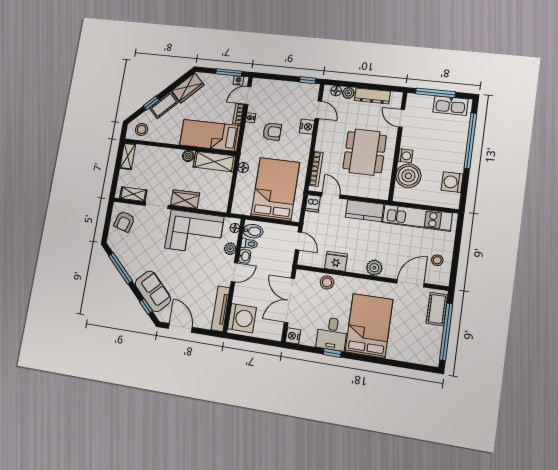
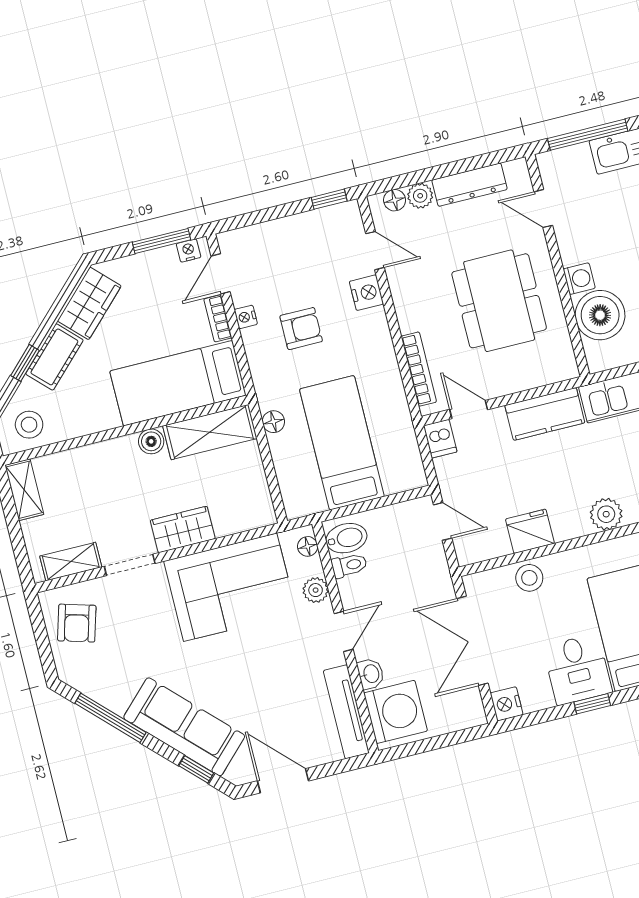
bed: (275, 189) -> (342, 443), width x0.67
washbasin: (245, 256) -> (371, 674), moved
sofa: (153, 291) -> (184, 727), width x1.36

